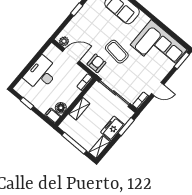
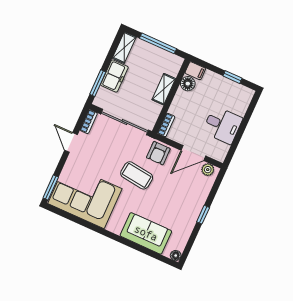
desk: (41, 74) -> (222, 125), width x0.73
door: (158, 89) -> (71, 142), hinge flipped

